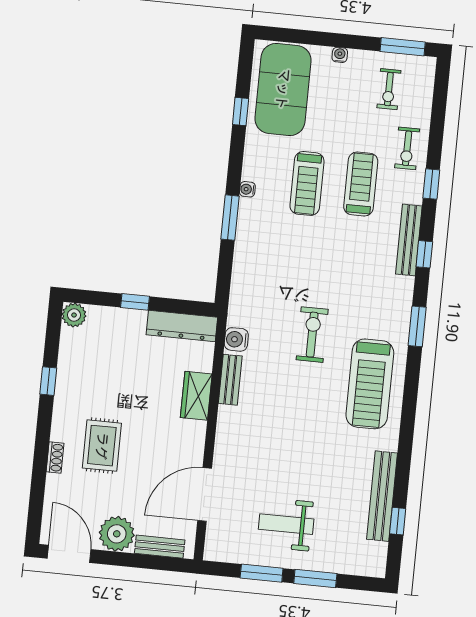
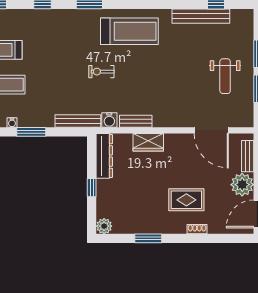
bench: (409, 240) -> (78, 121), moved
exercise bike: (312, 335) -> (101, 72), width x0.73, depth x0.72
window: (48, 381) -> (148, 238), width x1.50

